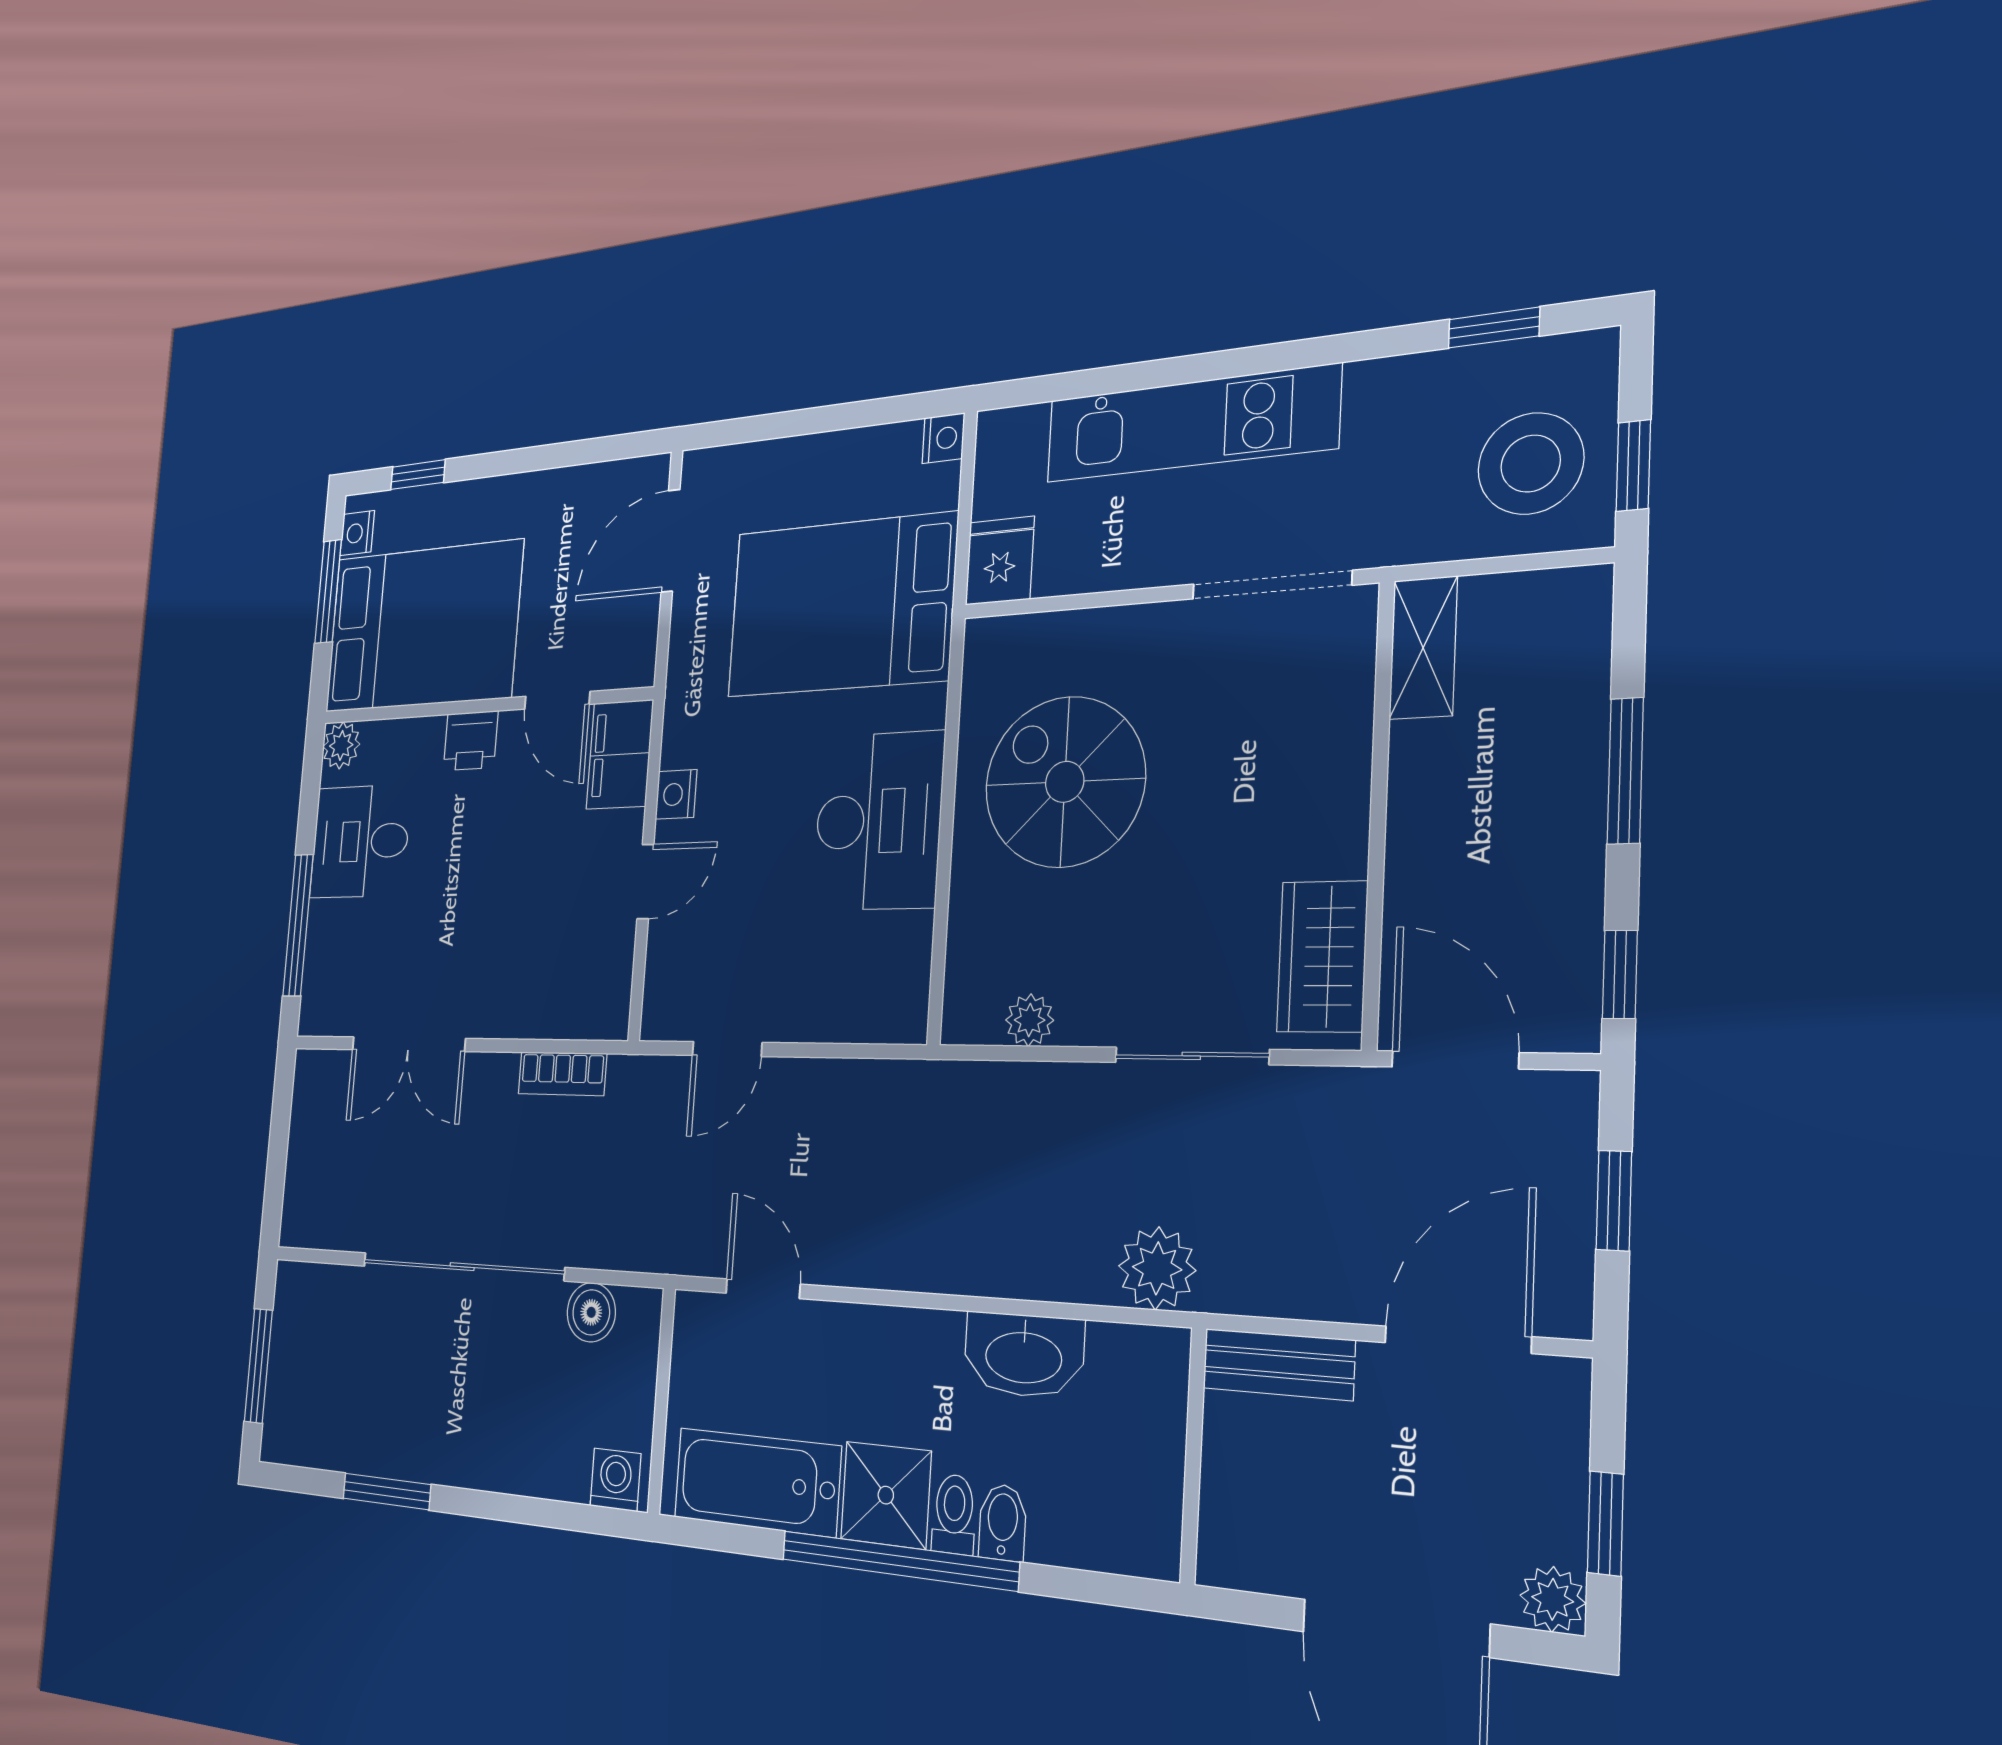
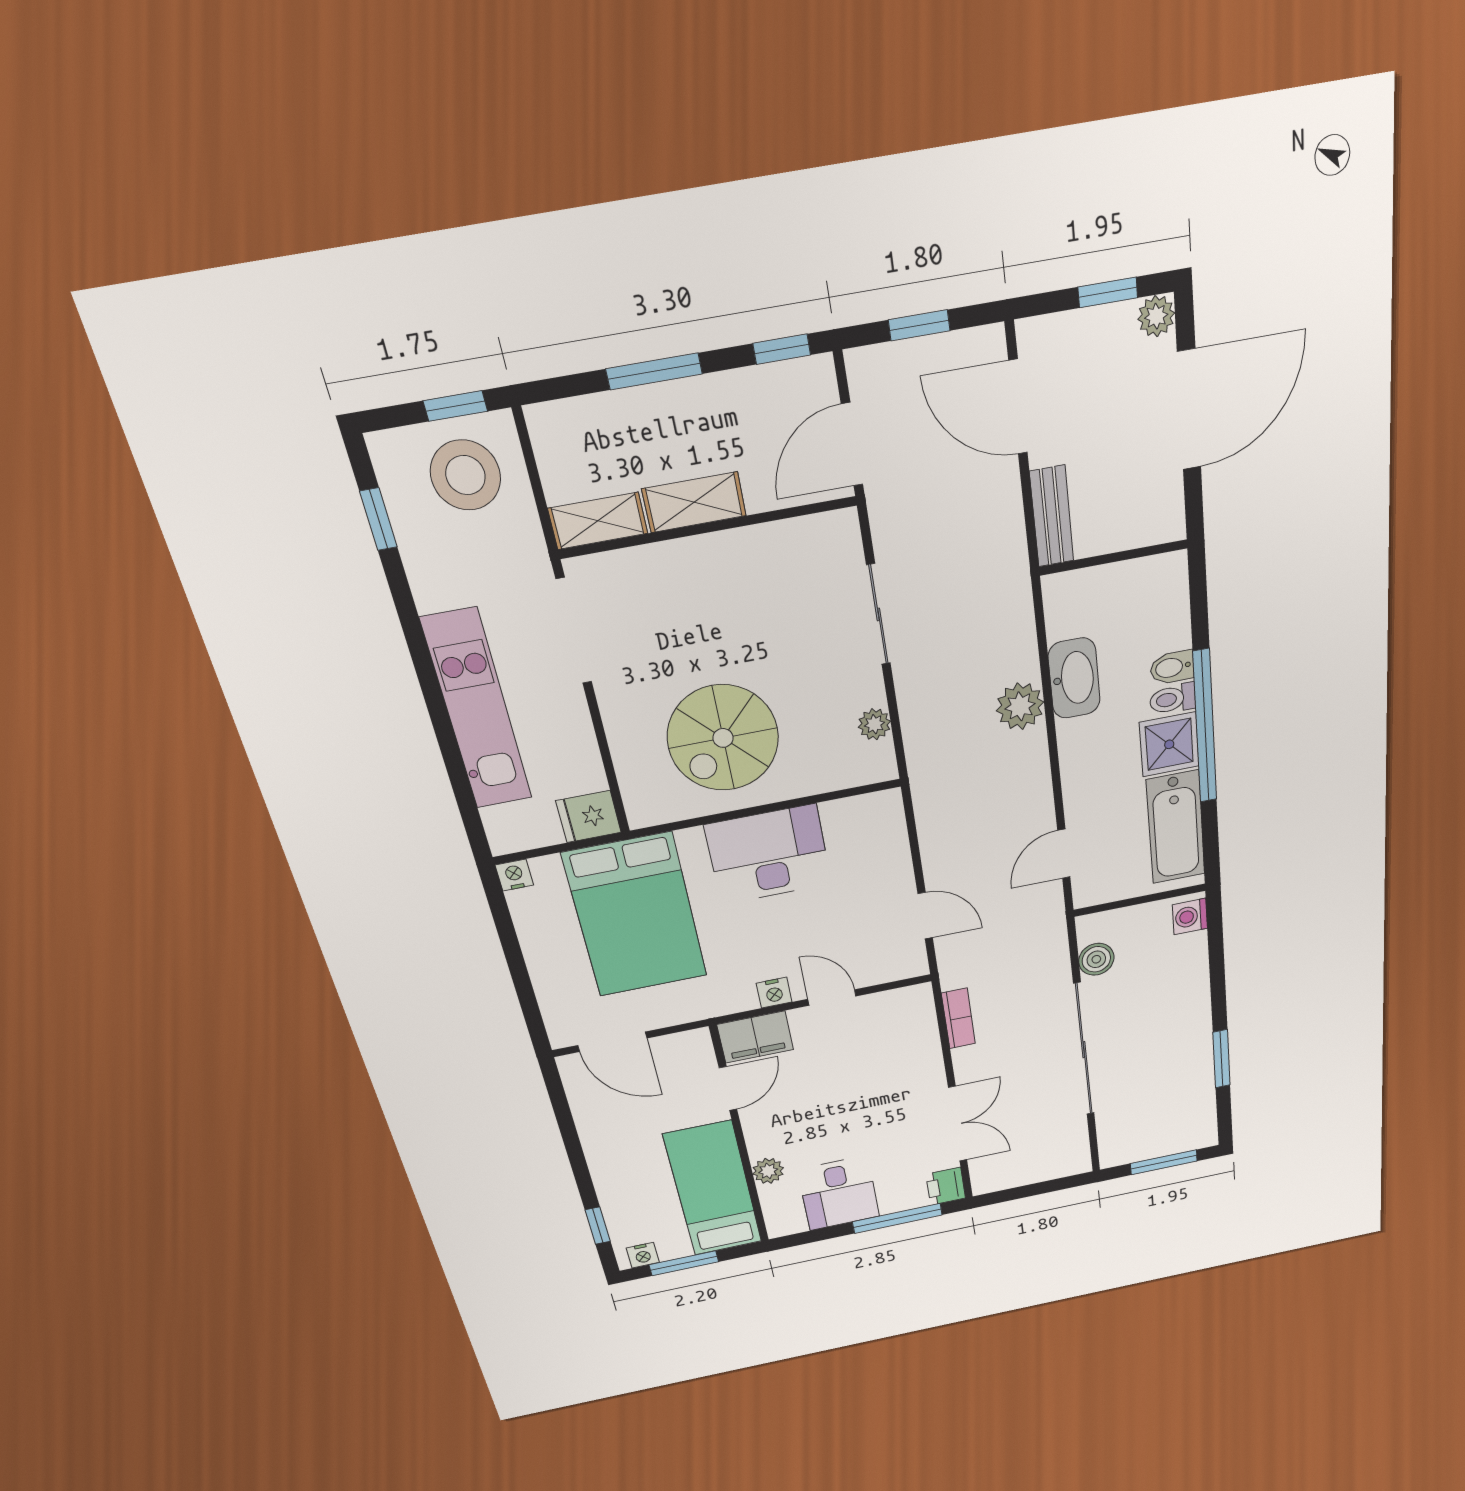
bed: (423, 627) -> (713, 1189), width x0.67
printer: (471, 741) -> (946, 1186), moved, turned 180
plant: (341, 745) -> (768, 1171), moved
shelving: (1420, 798) -> (694, 502), added
wardrobe: (1322, 957) -> (803, 544), removed
plant: (1157, 1268) -> (1020, 706), moved

